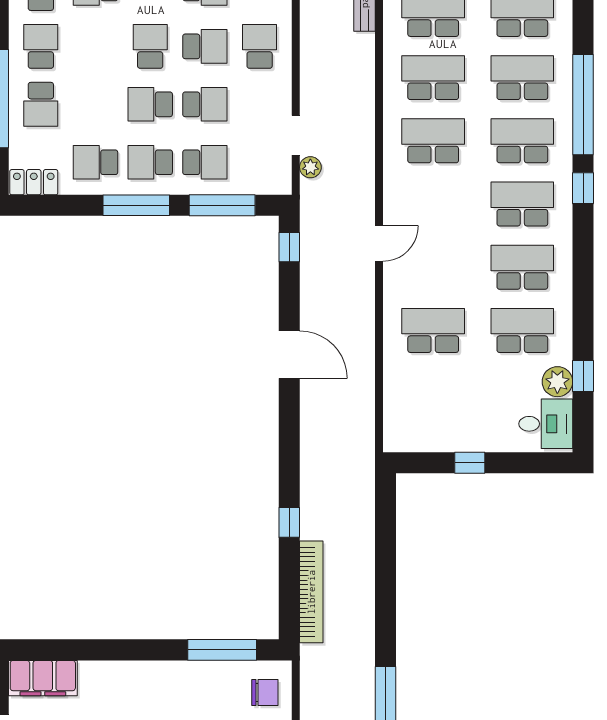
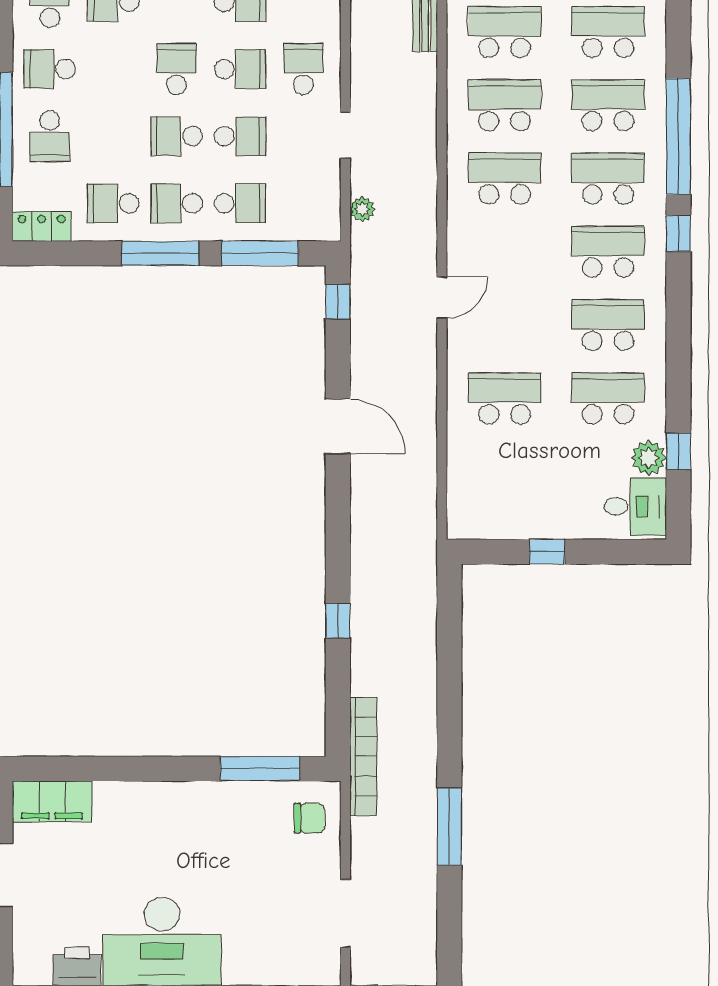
school desk: (41, 46) -> (50, 69), turned -90
doorway: (296, 135) -> (345, 135), moved
bookcase: (311, 592) -> (363, 756), moved

